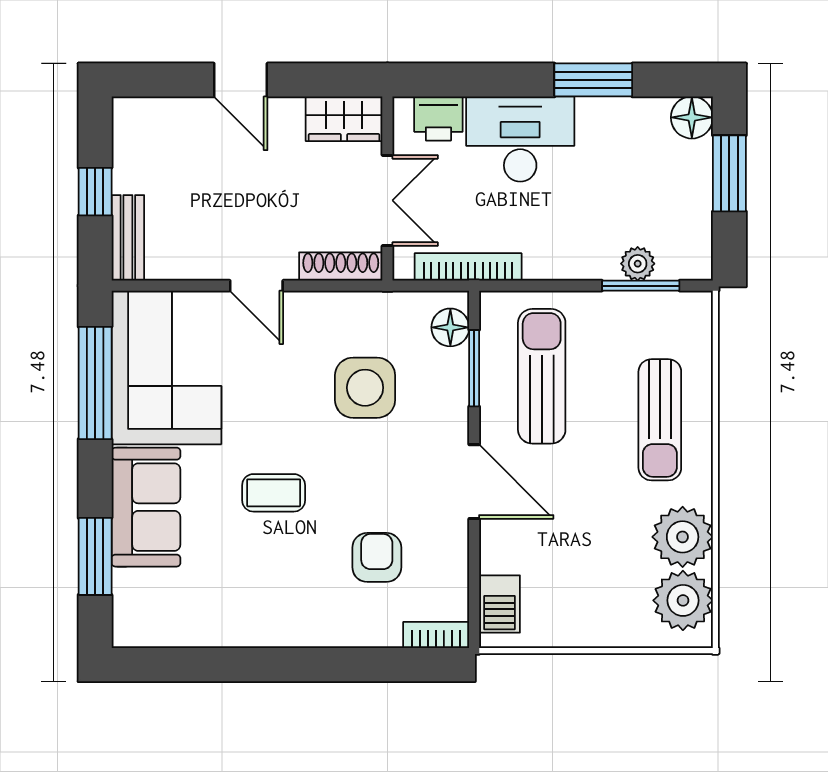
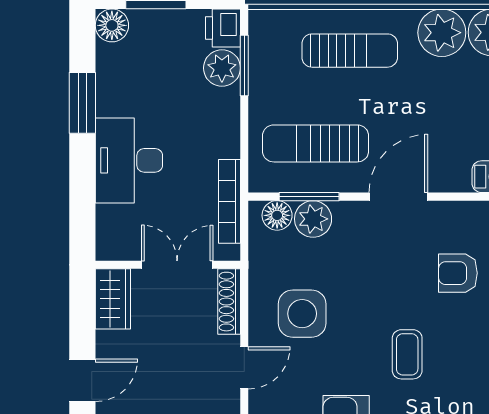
printer: (438, 119) -> (223, 28), moved, turned 180
plant: (638, 264) -> (222, 68), width x1.38, depth x1.38
plant: (446, 373) -> (313, 219), added
side table: (365, 388) -> (302, 314), moved

